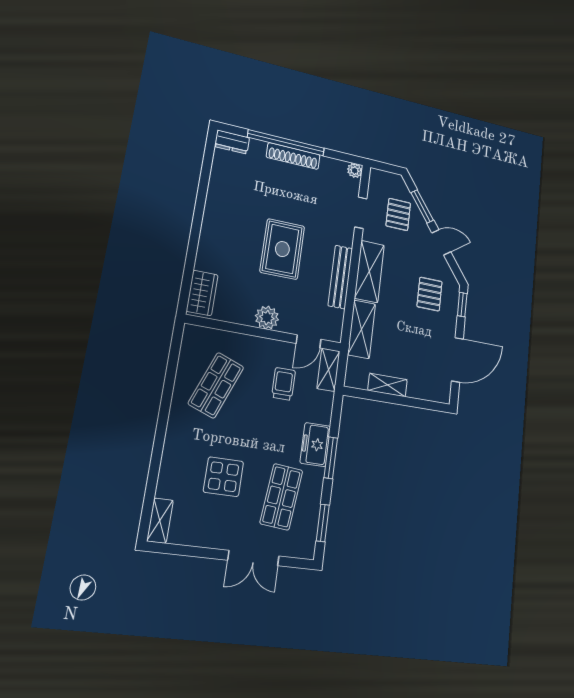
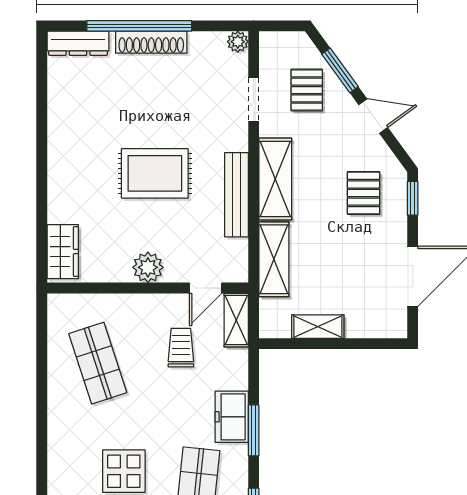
dresser: (232, 142) -> (78, 43), width x1.44
rug: (282, 249) -> (155, 173), turned 90
shop shelf: (216, 385) -> (98, 363), turned -39

